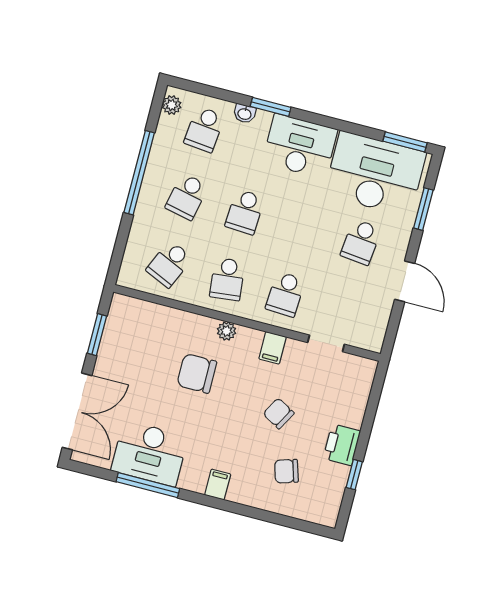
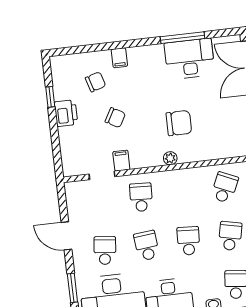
school desk: (227, 279) -> (147, 246), moved
filing cabinet: (273, 348) -> (121, 161), moved
filing cabinet: (218, 485) -> (119, 58), moved

